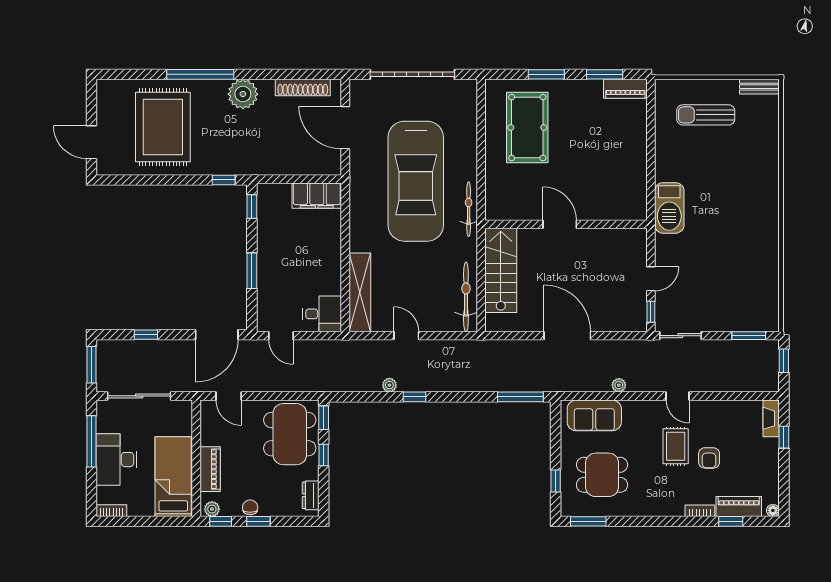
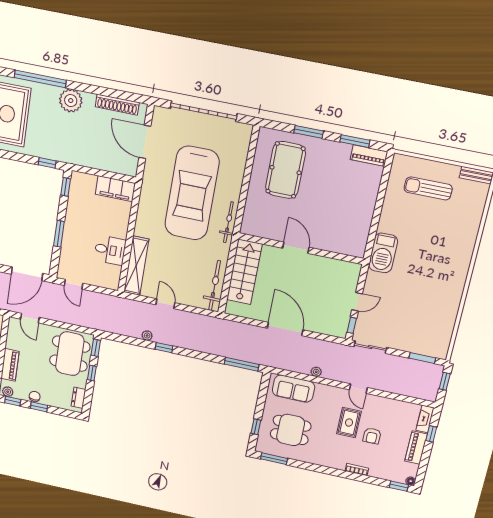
desk: (322, 314) -> (110, 250), moved
piano: (739, 507) -> (416, 448), moved, turned -90
window: (731, 521) -> (399, 486), moved

